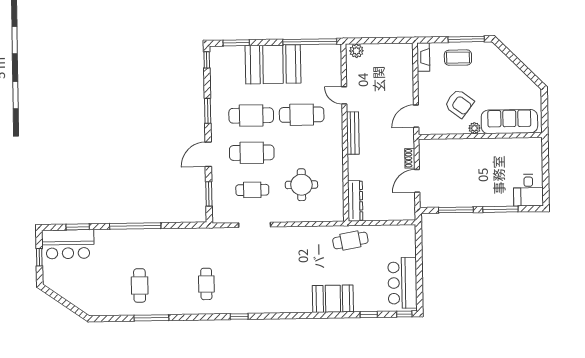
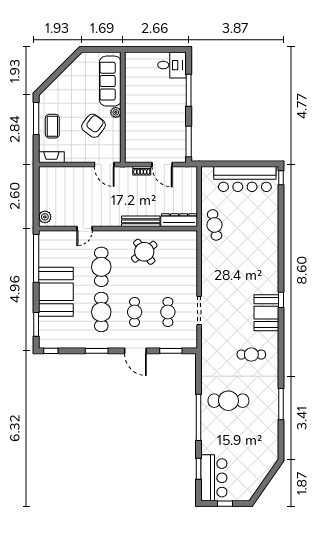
bench: (353, 133) -> (141, 221), moved
cafe table: (252, 153) -> (135, 312), width x0.73, depth x0.74
round table: (301, 185) -> (144, 252), moved, turned -37
window: (456, 210) -> (189, 142), moved
bar counter: (402, 283) -> (245, 179), width x1.36
cafe table: (140, 285) -> (228, 401), moved, width x1.37, depth x1.35
booth: (333, 299) -> (266, 313), moved
window: (369, 315) -> (281, 210), removed
window: (239, 317) -> (281, 300), moved

